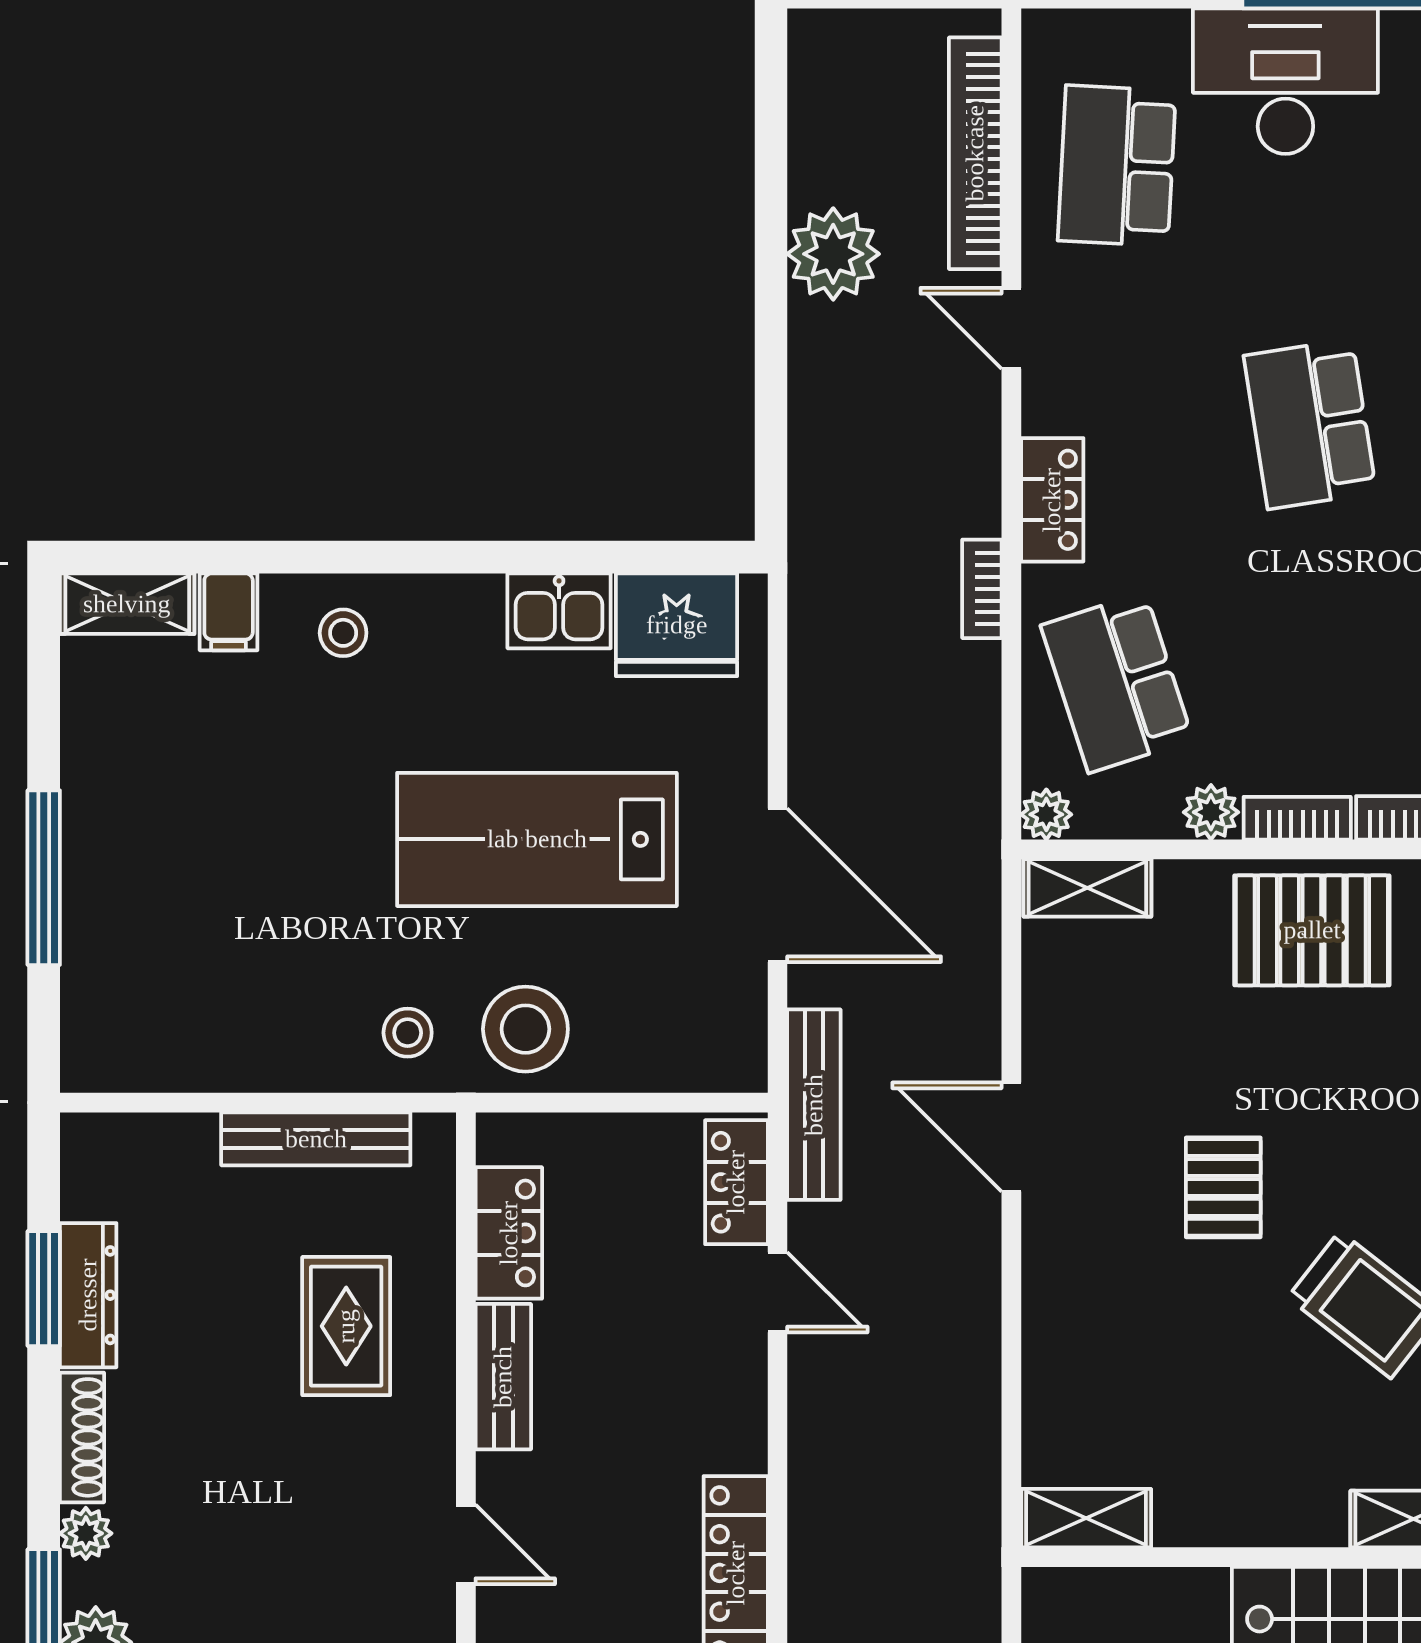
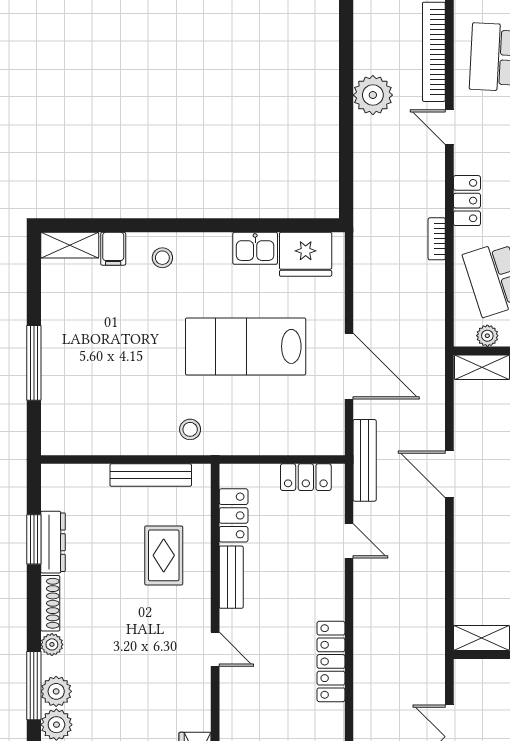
plant: (1046, 814) -> (487, 336), moved
stool: (525, 1029) -> (241, 428), removed
locker: (736, 1182) -> (306, 477), moved, turned -90

